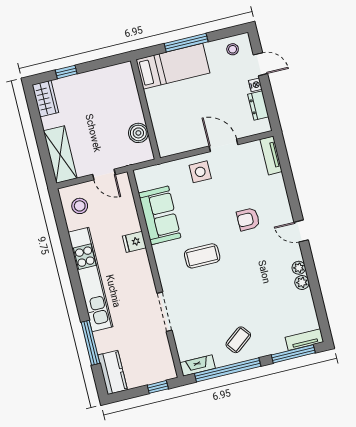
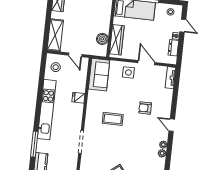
wardrobe: (162, 126) -> (117, 40), added
sofa: (160, 215) -> (99, 75), moved

